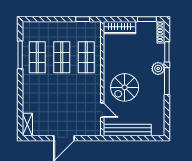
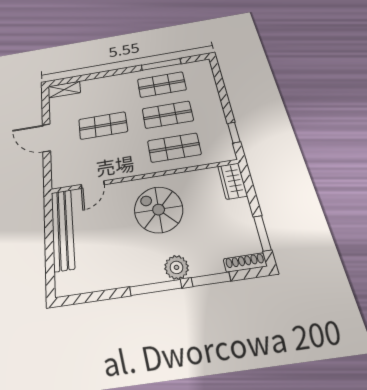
wardrobe: (120, 28) -> (232, 181), width x0.67
spiral stairs: (125, 87) -> (159, 210), moved
shop shelf: (62, 100) -> (103, 125), added

